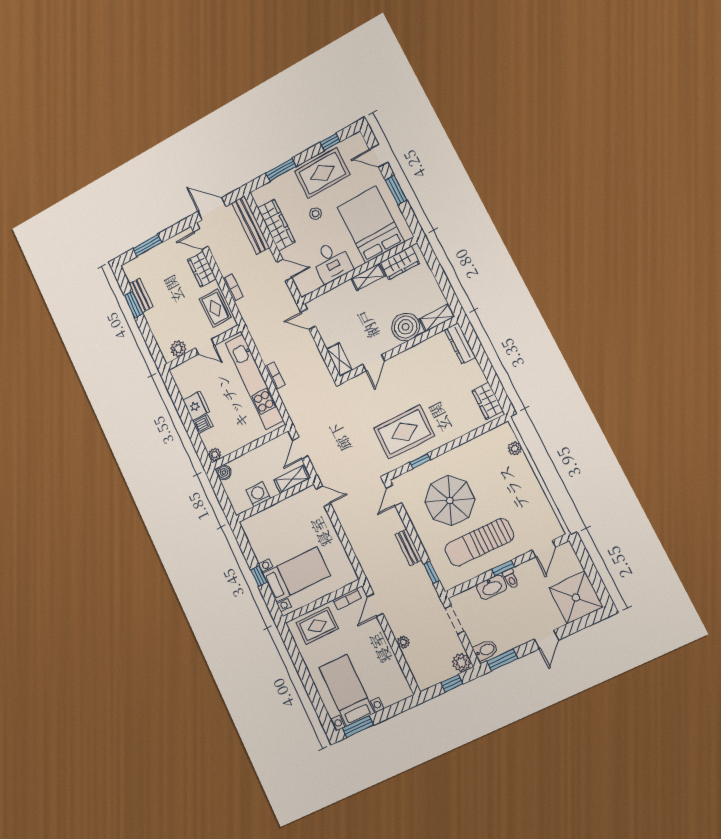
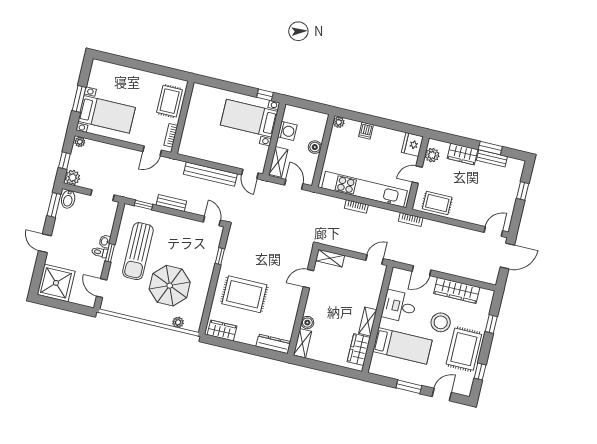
window: (281, 170) -> (491, 324), width x0.67
stool: (316, 214) -> (441, 322), width x1.89, depth x1.89
bed: (371, 224) -> (402, 346), width x0.67
bench: (251, 225) -> (210, 174), moved
window: (147, 245) -> (523, 191), width x0.67
wardrobe: (202, 269) -> (462, 154), moved, turned 180
bookcase: (233, 288) -> (411, 219), moved
boiler: (406, 327) -> (307, 323), width x0.54, depth x0.54
door: (374, 363) -> (308, 279), hinge flipped
fridge: (196, 406) -> (412, 144), moved, turned 90
rug: (404, 432) -> (244, 294), moved, turned 90
boiler: (224, 472) -> (315, 147), moved
door: (323, 496) -> (250, 174), hinge flipped
parasol: (450, 501) -> (170, 286), moved
sun lounger: (479, 542) -> (138, 251), turned 180
bed with nightstands: (296, 574) -> (249, 118), moved, turned 90
window: (259, 576) -> (265, 95), moved
washbasin: (491, 587) -> (105, 241), width x0.52, depth x0.69
door: (375, 605) -> (152, 151), swing flipped
plant: (403, 642) -> (80, 142), moved
bed with nightstands: (347, 690) -> (107, 114), moved
window: (358, 727) -> (79, 99), moved

